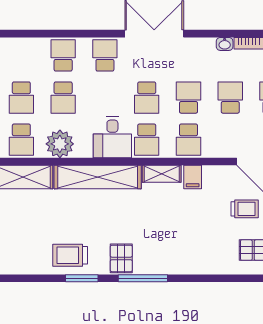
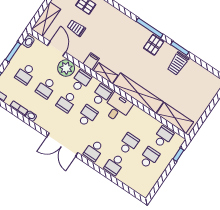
plant: (60, 144) -> (66, 68), moved
trolley: (70, 255) -> (178, 64), turned 90

